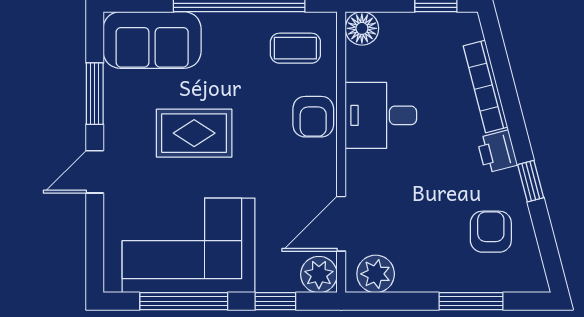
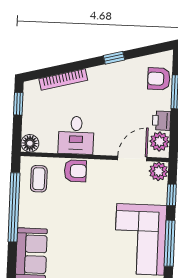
rug: (194, 133) -> (81, 234), removed
printer: (497, 152) -> (162, 121), moved, turned 105
door: (341, 224) -> (132, 159), swing flipped
armchair: (491, 232) -> (159, 79), moved

